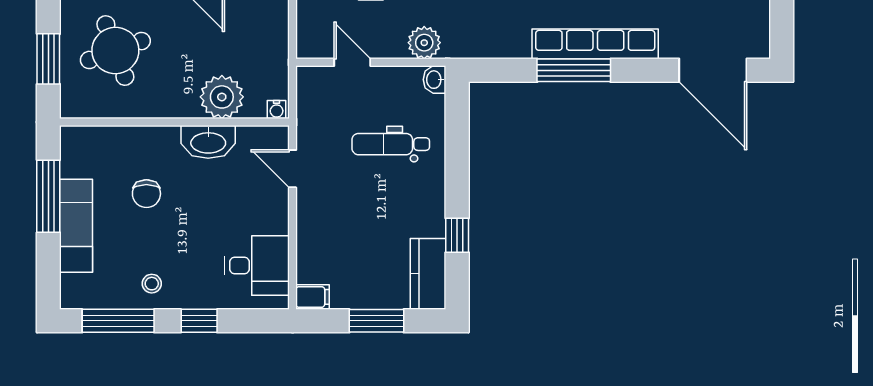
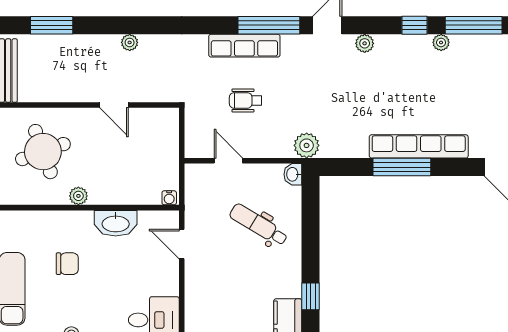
plant: (424, 43) -> (307, 145), moved
plant: (222, 97) -> (78, 196), moved, width x0.53, depth x0.53
dental chair: (391, 144) -> (259, 225), turned 31
chair: (146, 194) -> (67, 264), turned -90

